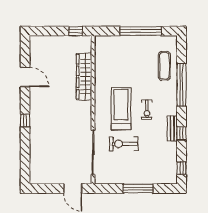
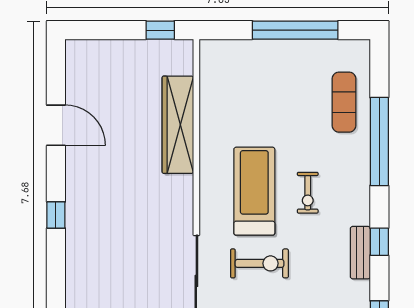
bench: (172, 128) -> (360, 253), moved
exercise bike: (124, 144) -> (259, 263), turned 180

